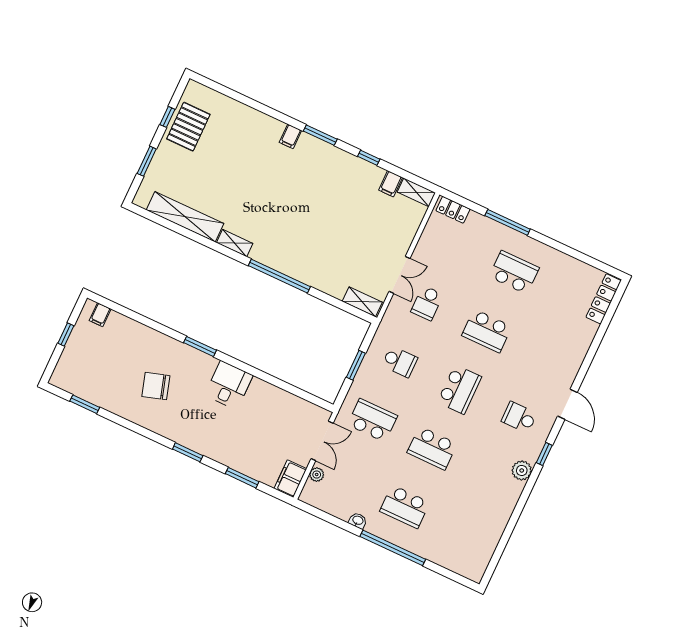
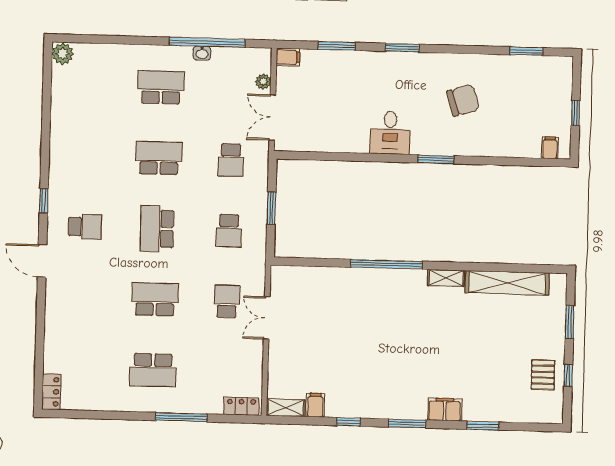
window: (257, 106) -> (483, 426), added
pallet: (188, 127) -> (543, 375), width x0.67, depth x0.71
filing cabinet: (290, 136) -> (445, 410), width x2.00
locker: (604, 299) -> (51, 392), width x0.66
shelving: (362, 302) -> (292, 275), removed
school desk: (400, 362) -> (229, 231), turned -90
school desk: (372, 420) -> (231, 160), width x0.54
plant: (522, 470) -> (63, 54), moved
filing cabinet: (290, 479) -> (288, 57), width x0.50
window: (393, 548) -> (207, 42), moved

